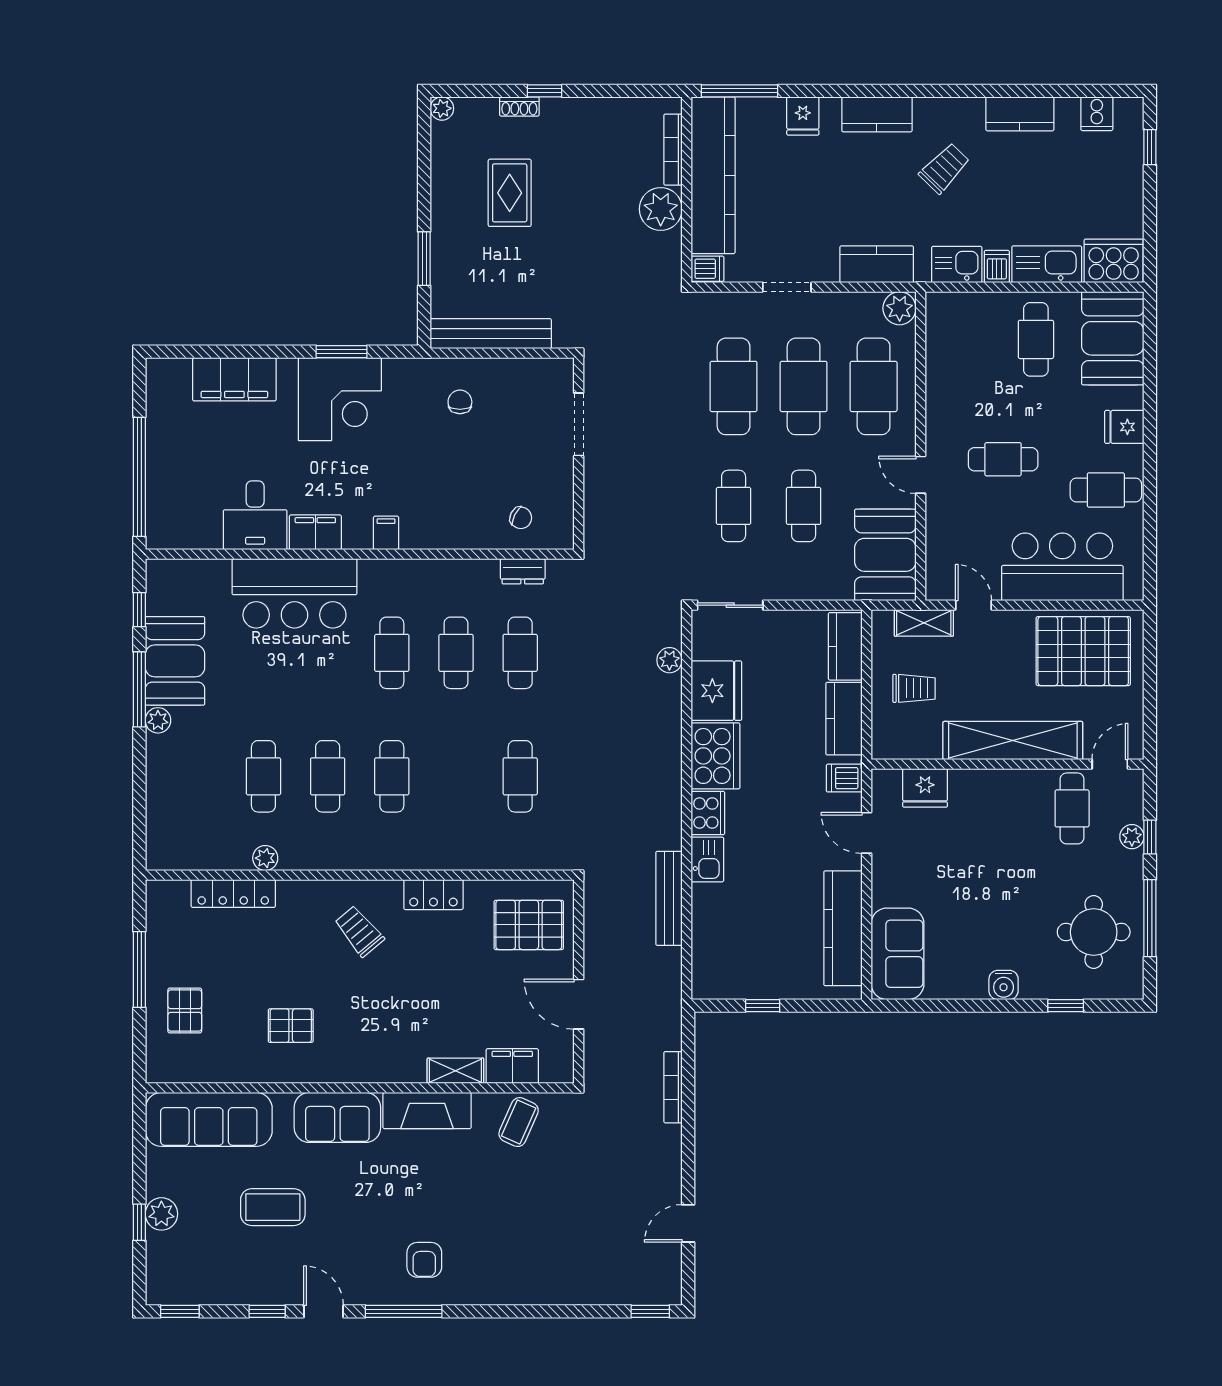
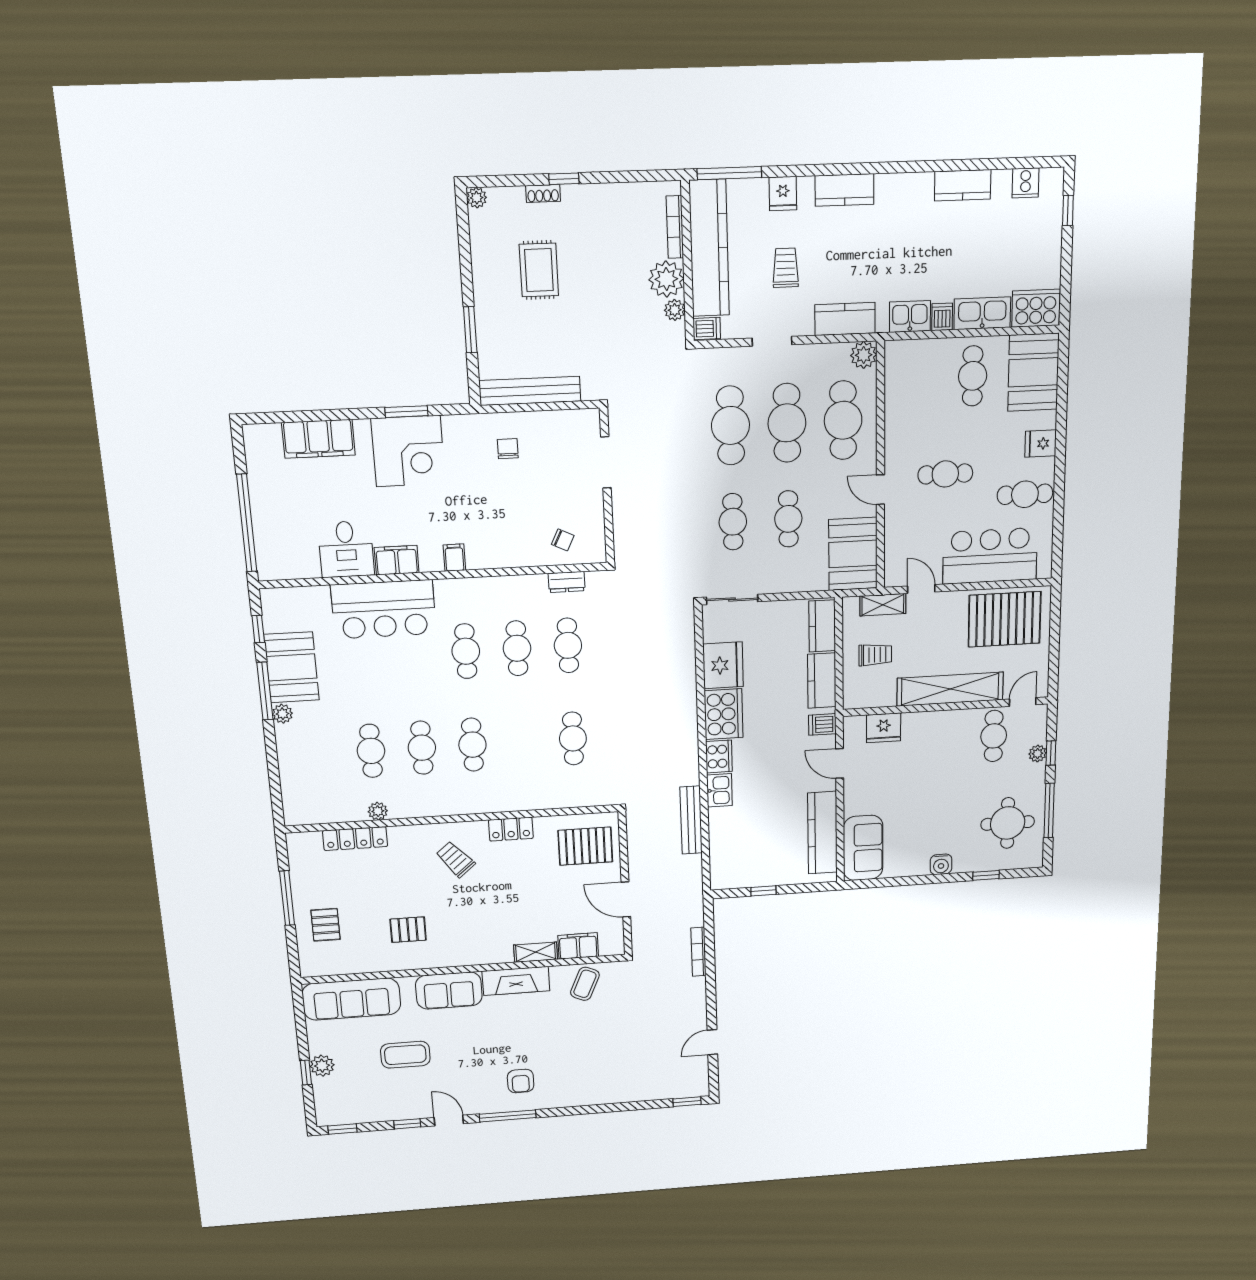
trolley: (944, 168) -> (786, 268), moved, turned -44
plant: (669, 660) -> (675, 310), moved

